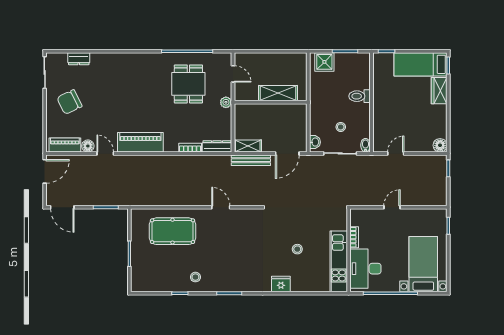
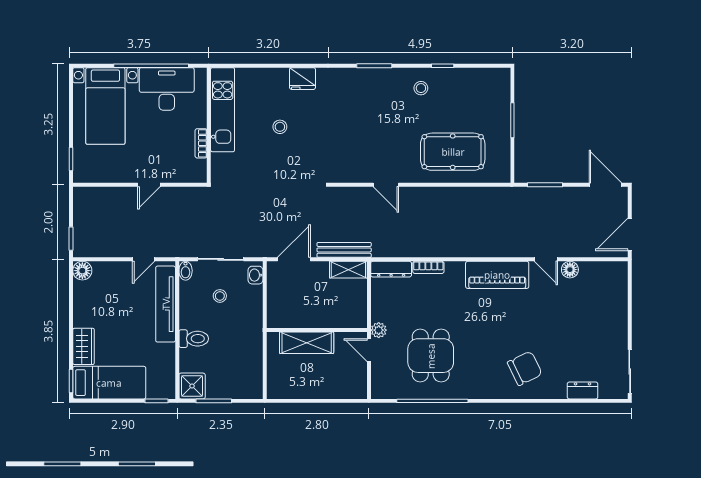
shower: (324, 62) -> (192, 386), moved
door: (233, 74) -> (369, 350), moved
chair: (69, 102) -> (525, 368), moved
tv unit: (380, 121) -> (166, 304), added
piano: (65, 145) -> (602, 271), removed
desk: (365, 269) -> (167, 89), moved, turned -90

